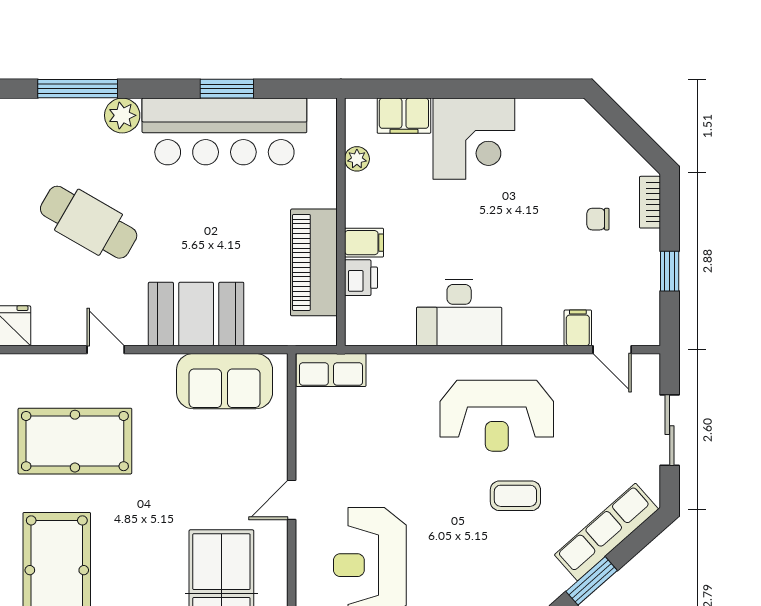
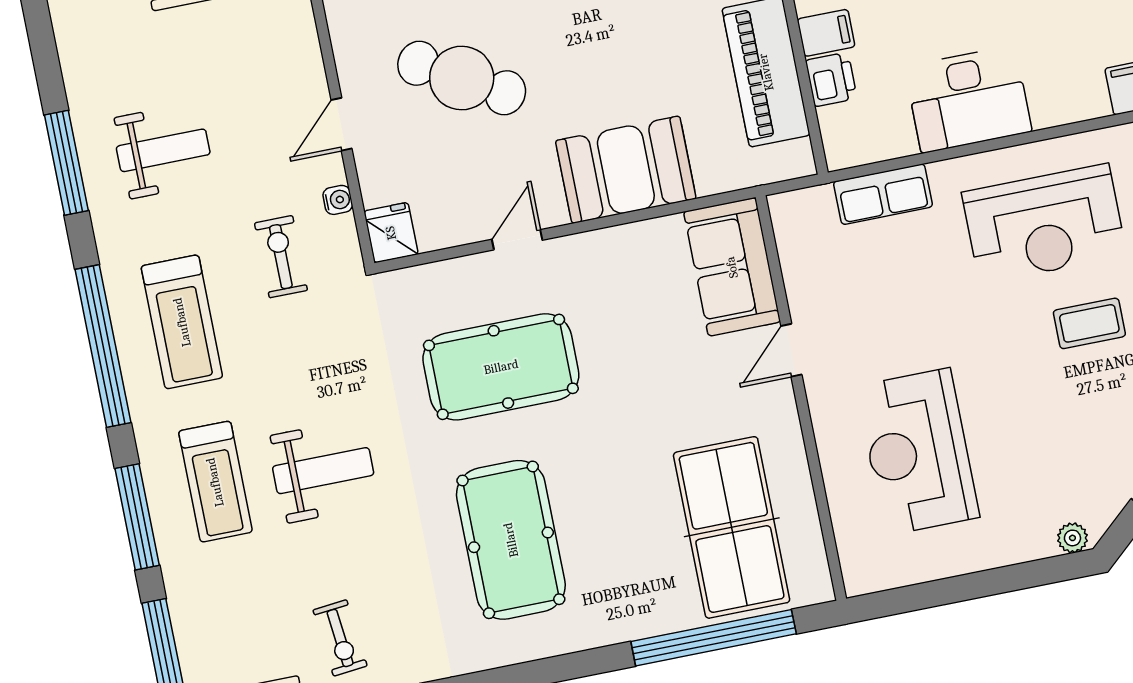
door: (106, 350) -> (517, 240), hinge flipped
row of seats: (331, 370) -> (883, 194), moved
sofa: (225, 381) -> (732, 267), moved, turned 90
door: (292, 500) -> (791, 350), moved

